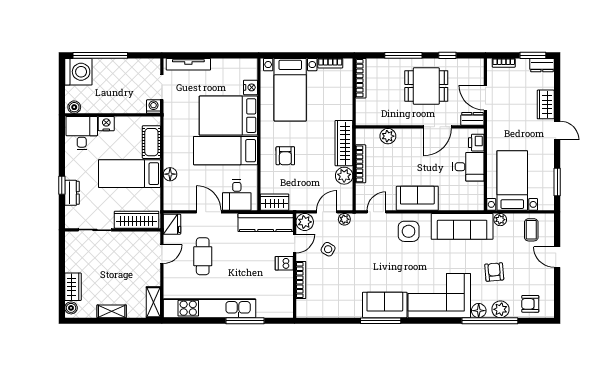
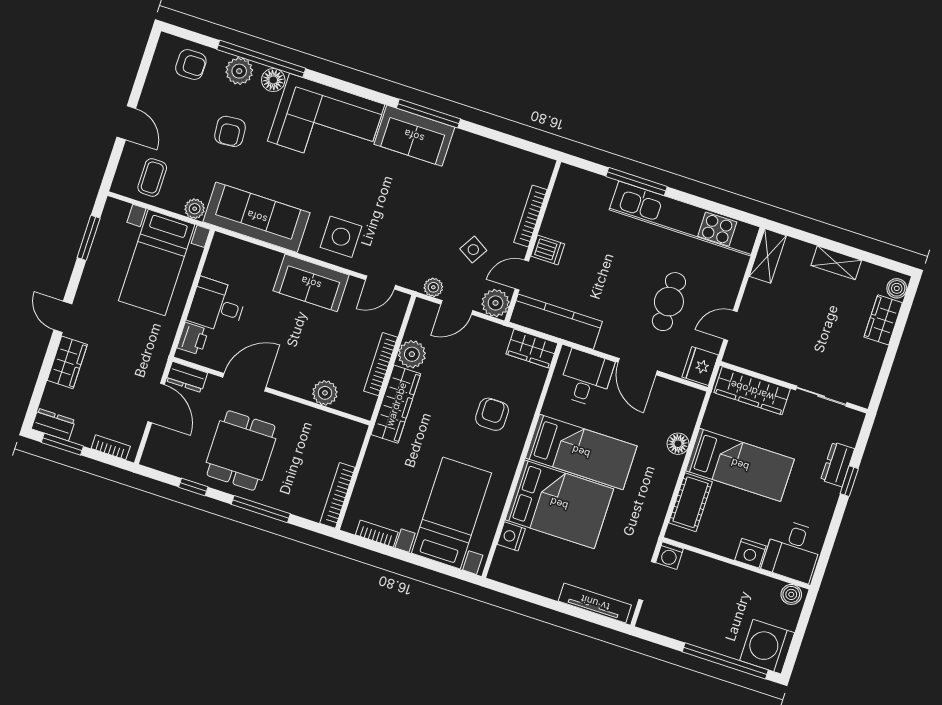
dining table: (426, 86) -> (241, 451), turned 90

